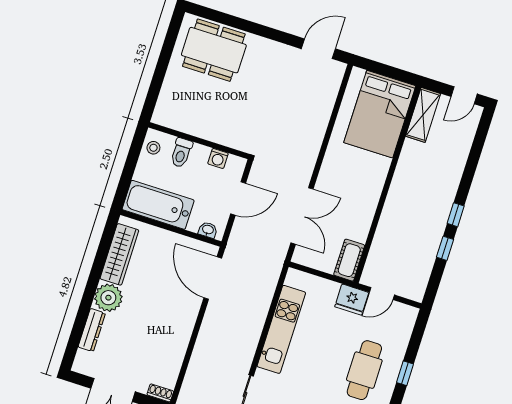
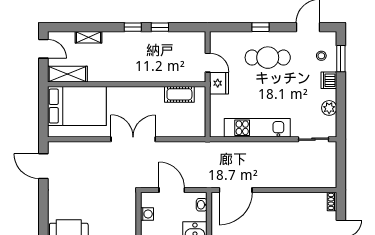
shelving: (461, 156) -> (88, 37), added
double door: (302, 216) -> (133, 139), moved
cot: (349, 260) -> (179, 94), moved

